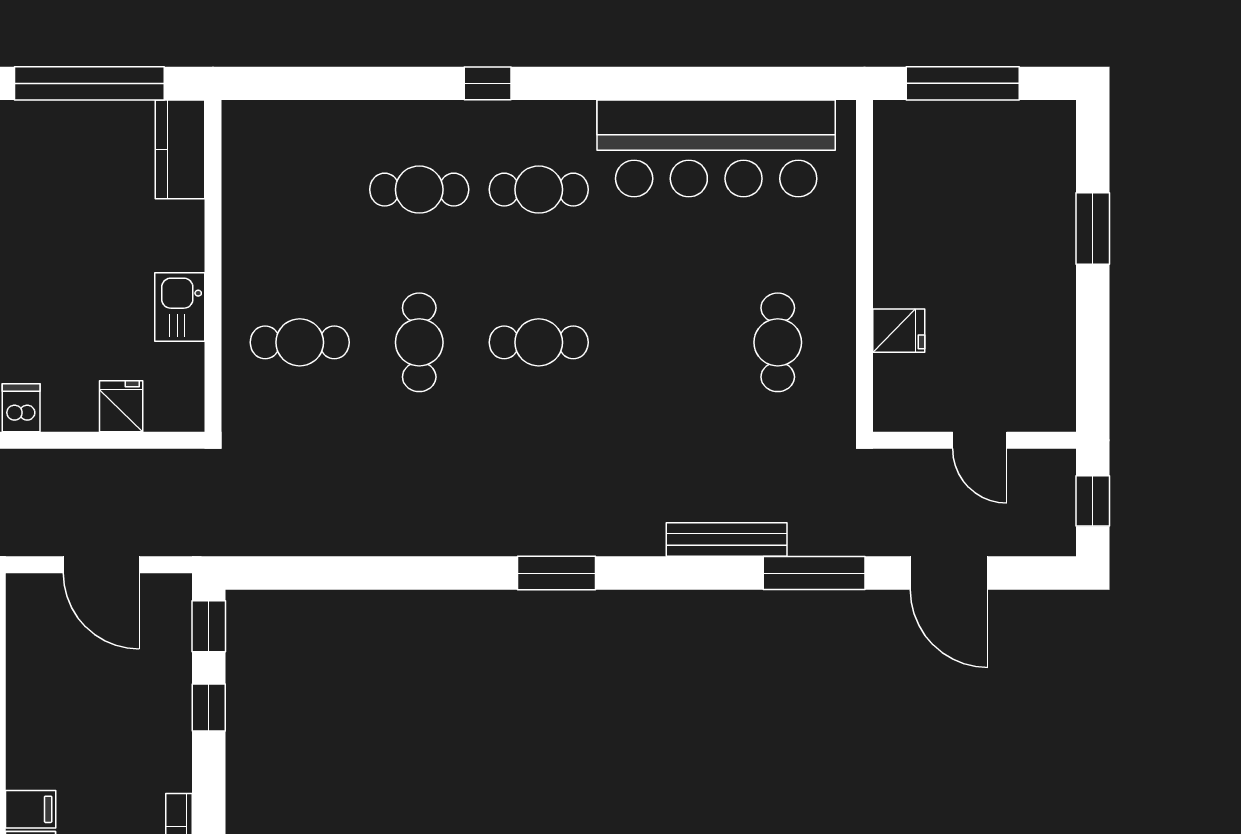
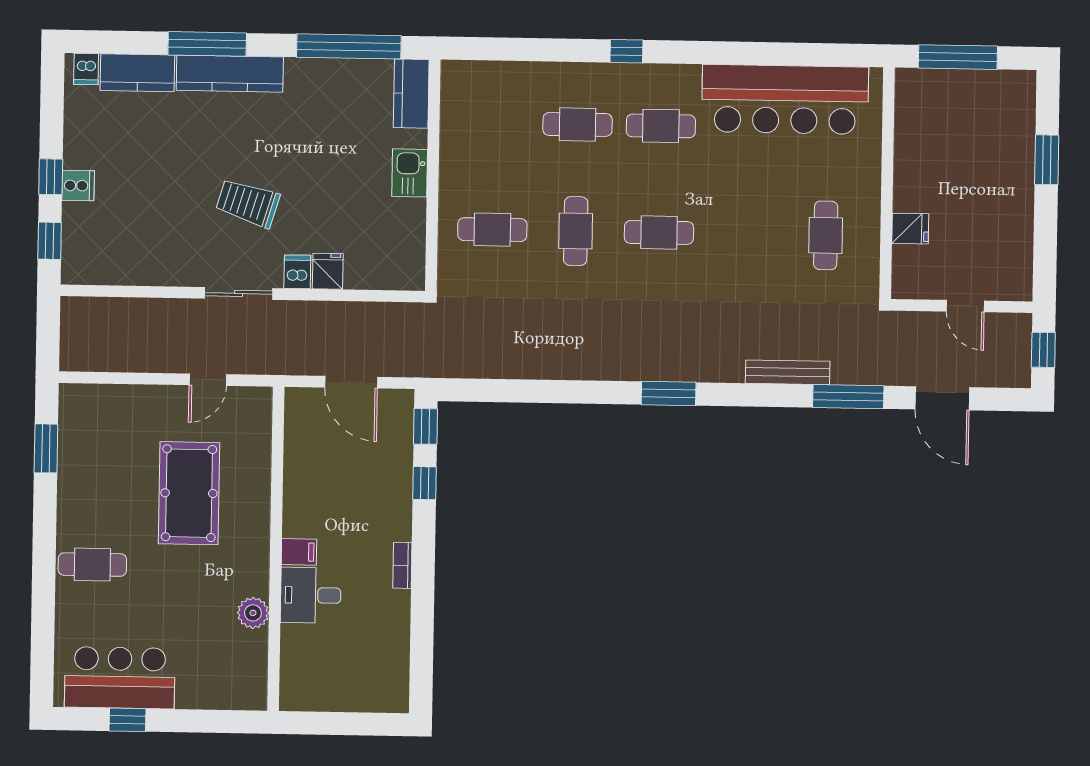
kitchen sink: (180, 307) -> (410, 173), moved
fridge: (121, 406) -> (328, 271), moved

